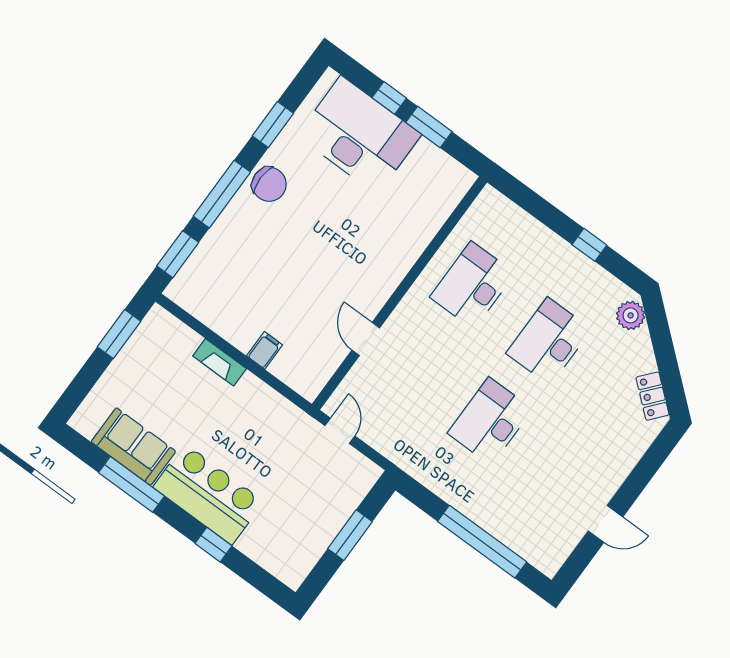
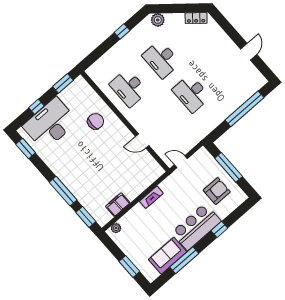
window: (273, 125) -> (26, 149), moved
window: (429, 127) -> (63, 83), moved
chair: (269, 184) -> (96, 121), moved
plant: (168, 324) -> (116, 228), added
window: (119, 334) -> (129, 266), moved
filing cabinet: (265, 350) -> (118, 205), moved, width x2.00
fireplace: (220, 362) -> (151, 197), moved
armchair: (294, 521) -> (217, 191), added
window: (350, 535) -> (229, 167), width x1.44

